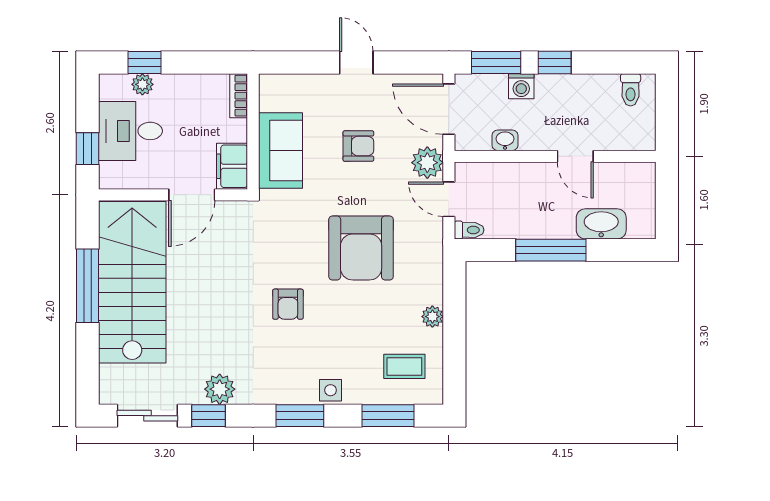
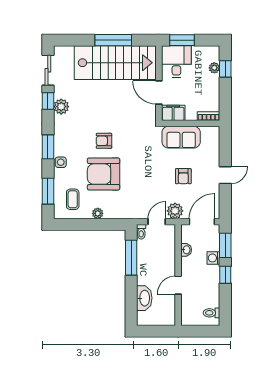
desk: (130, 131) -> (176, 62), moved
window: (87, 149) -> (182, 40), width x1.50
armchair: (361, 248) -> (104, 174), moved
window: (551, 250) -> (131, 258), moved

